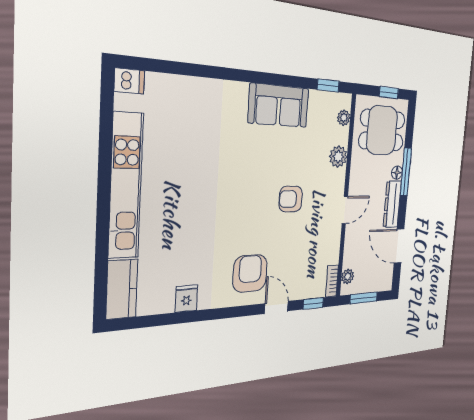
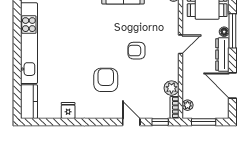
plant: (338, 157) -> (171, 88), moved
door: (345, 210) -> (181, 44), moved
armchair: (250, 273) -> (106, 80), moved

